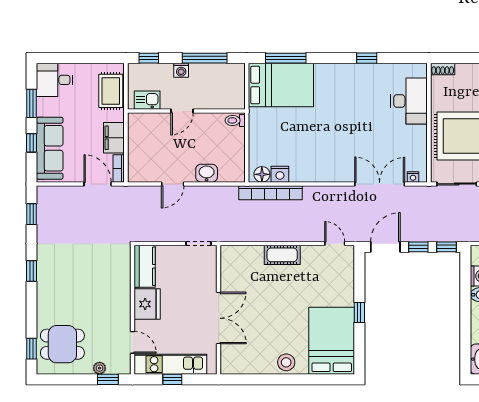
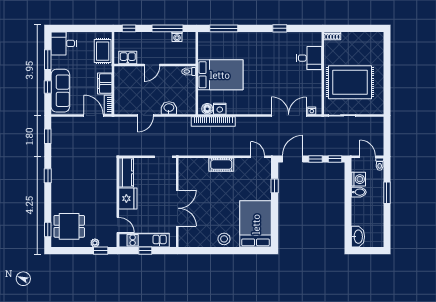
washing machine: (181, 70) -> (177, 37), moved
bed: (281, 85) -> (220, 75), moved
desk: (409, 101) -> (309, 58), width x0.73
window: (359, 313) -> (275, 186), moved

